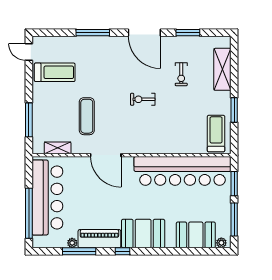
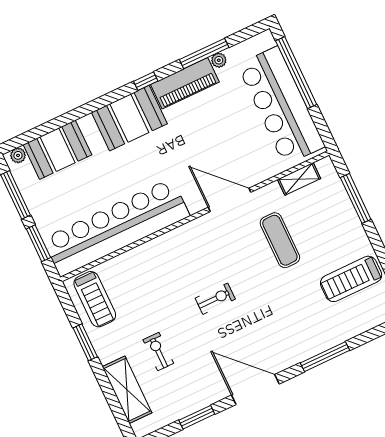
exercise bike: (181, 74) -> (158, 352), moved

